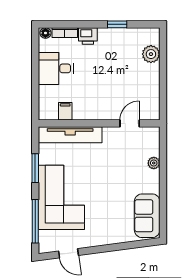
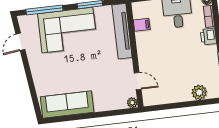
plant: (154, 163) -> (132, 103), moved
sofa: (147, 216) -> (67, 105), width x1.36

